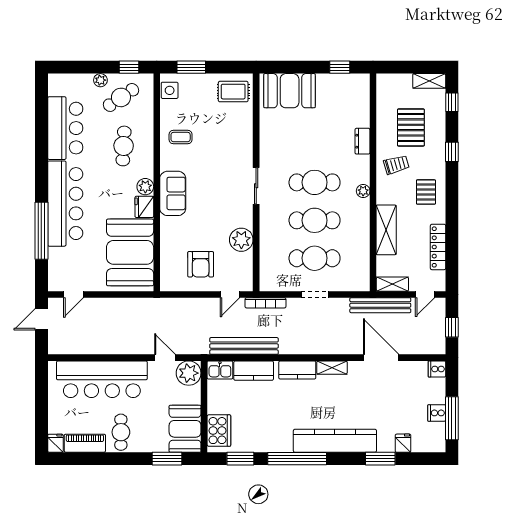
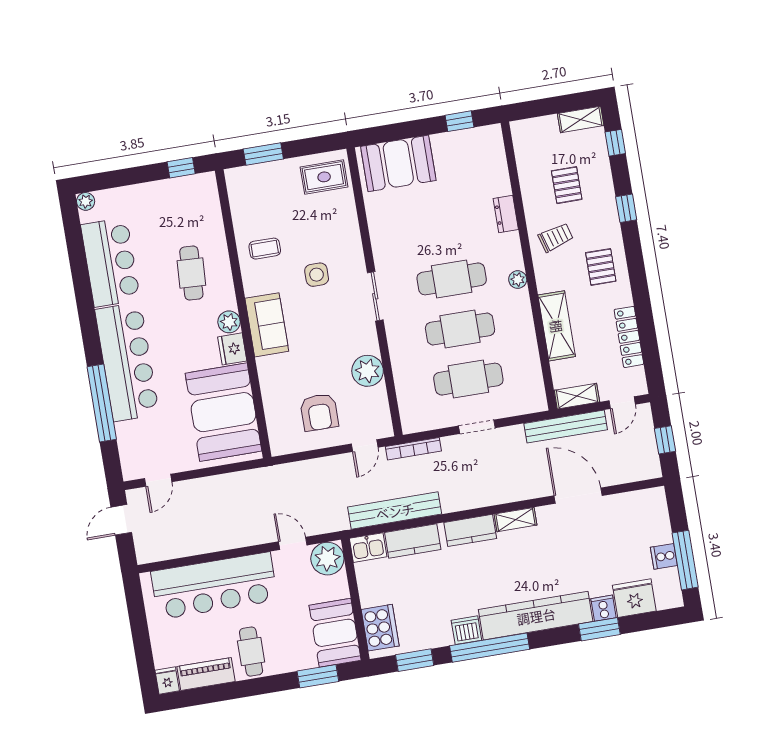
plant: (100, 80) -> (86, 201), moved
side table: (170, 90) -> (317, 275), moved
cafe table: (121, 97) -> (177, 209), removed
pallet: (411, 127) -> (567, 185), width x0.67, depth x0.71
cooker: (437, 369) -> (604, 608), moved, turned 90
dishwasher: (282, 443) -> (466, 630), added
fridge: (403, 443) -> (634, 598), width x1.88, depth x1.34

